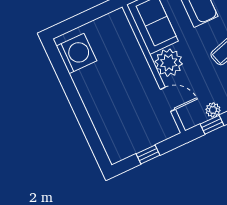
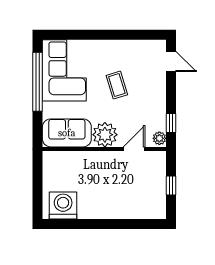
plant: (213, 110) -> (159, 138), moved

